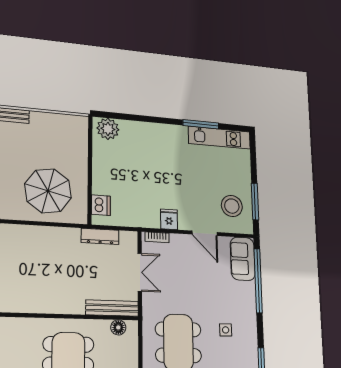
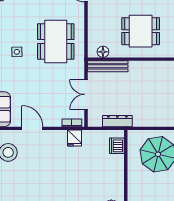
fridge: (169, 219) -> (75, 138), moved

